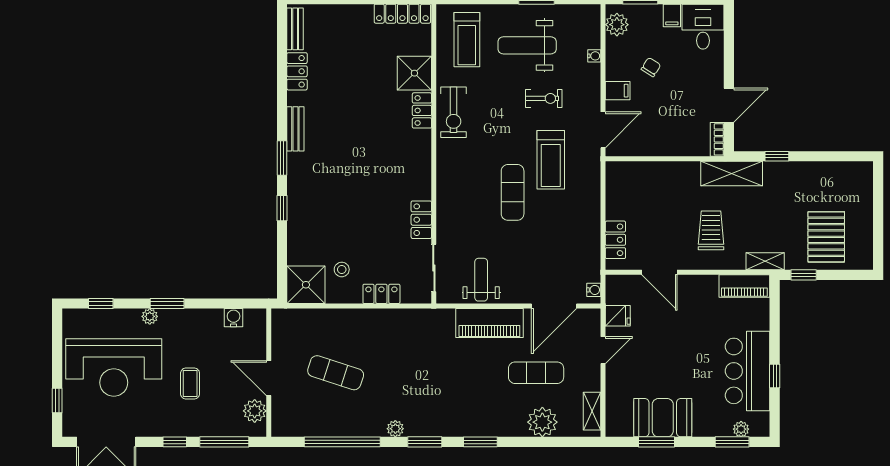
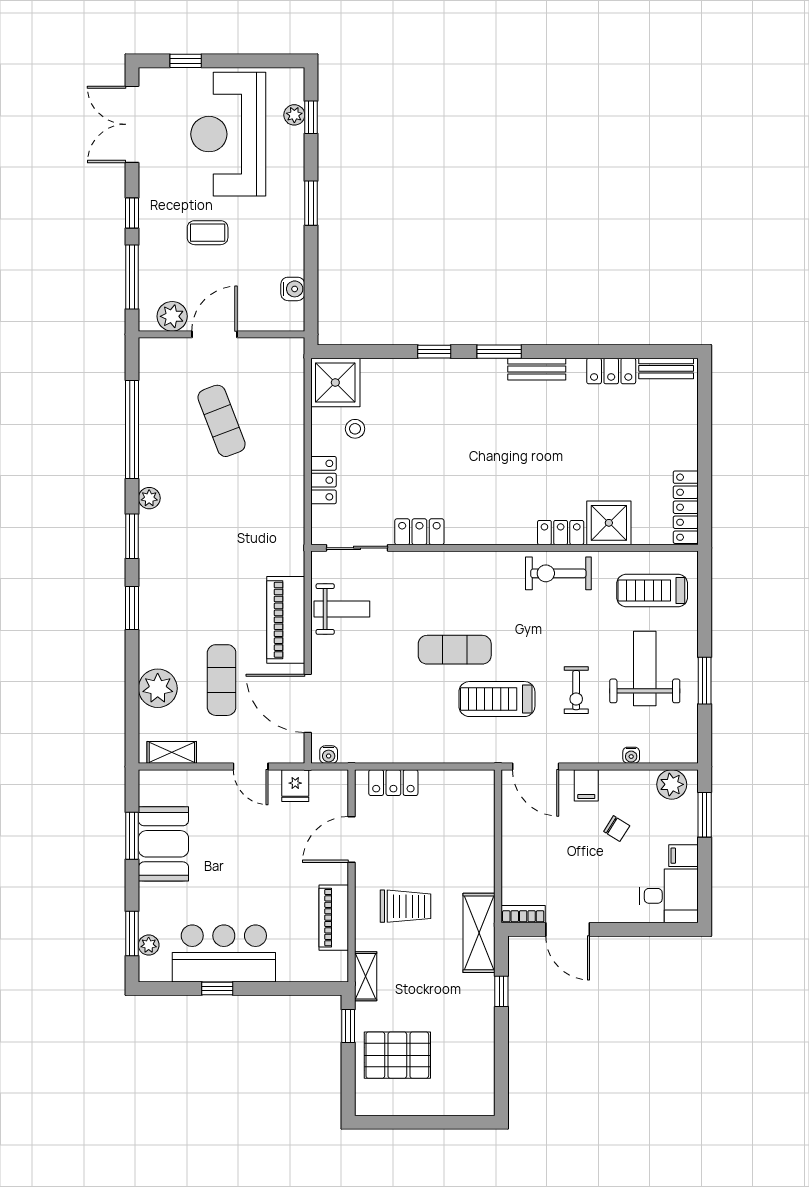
piano: (744, 286) -> (334, 918), moved
plant: (150, 316) -> (294, 115), moved
exercise mat: (336, 373) -> (222, 421), turned -39

